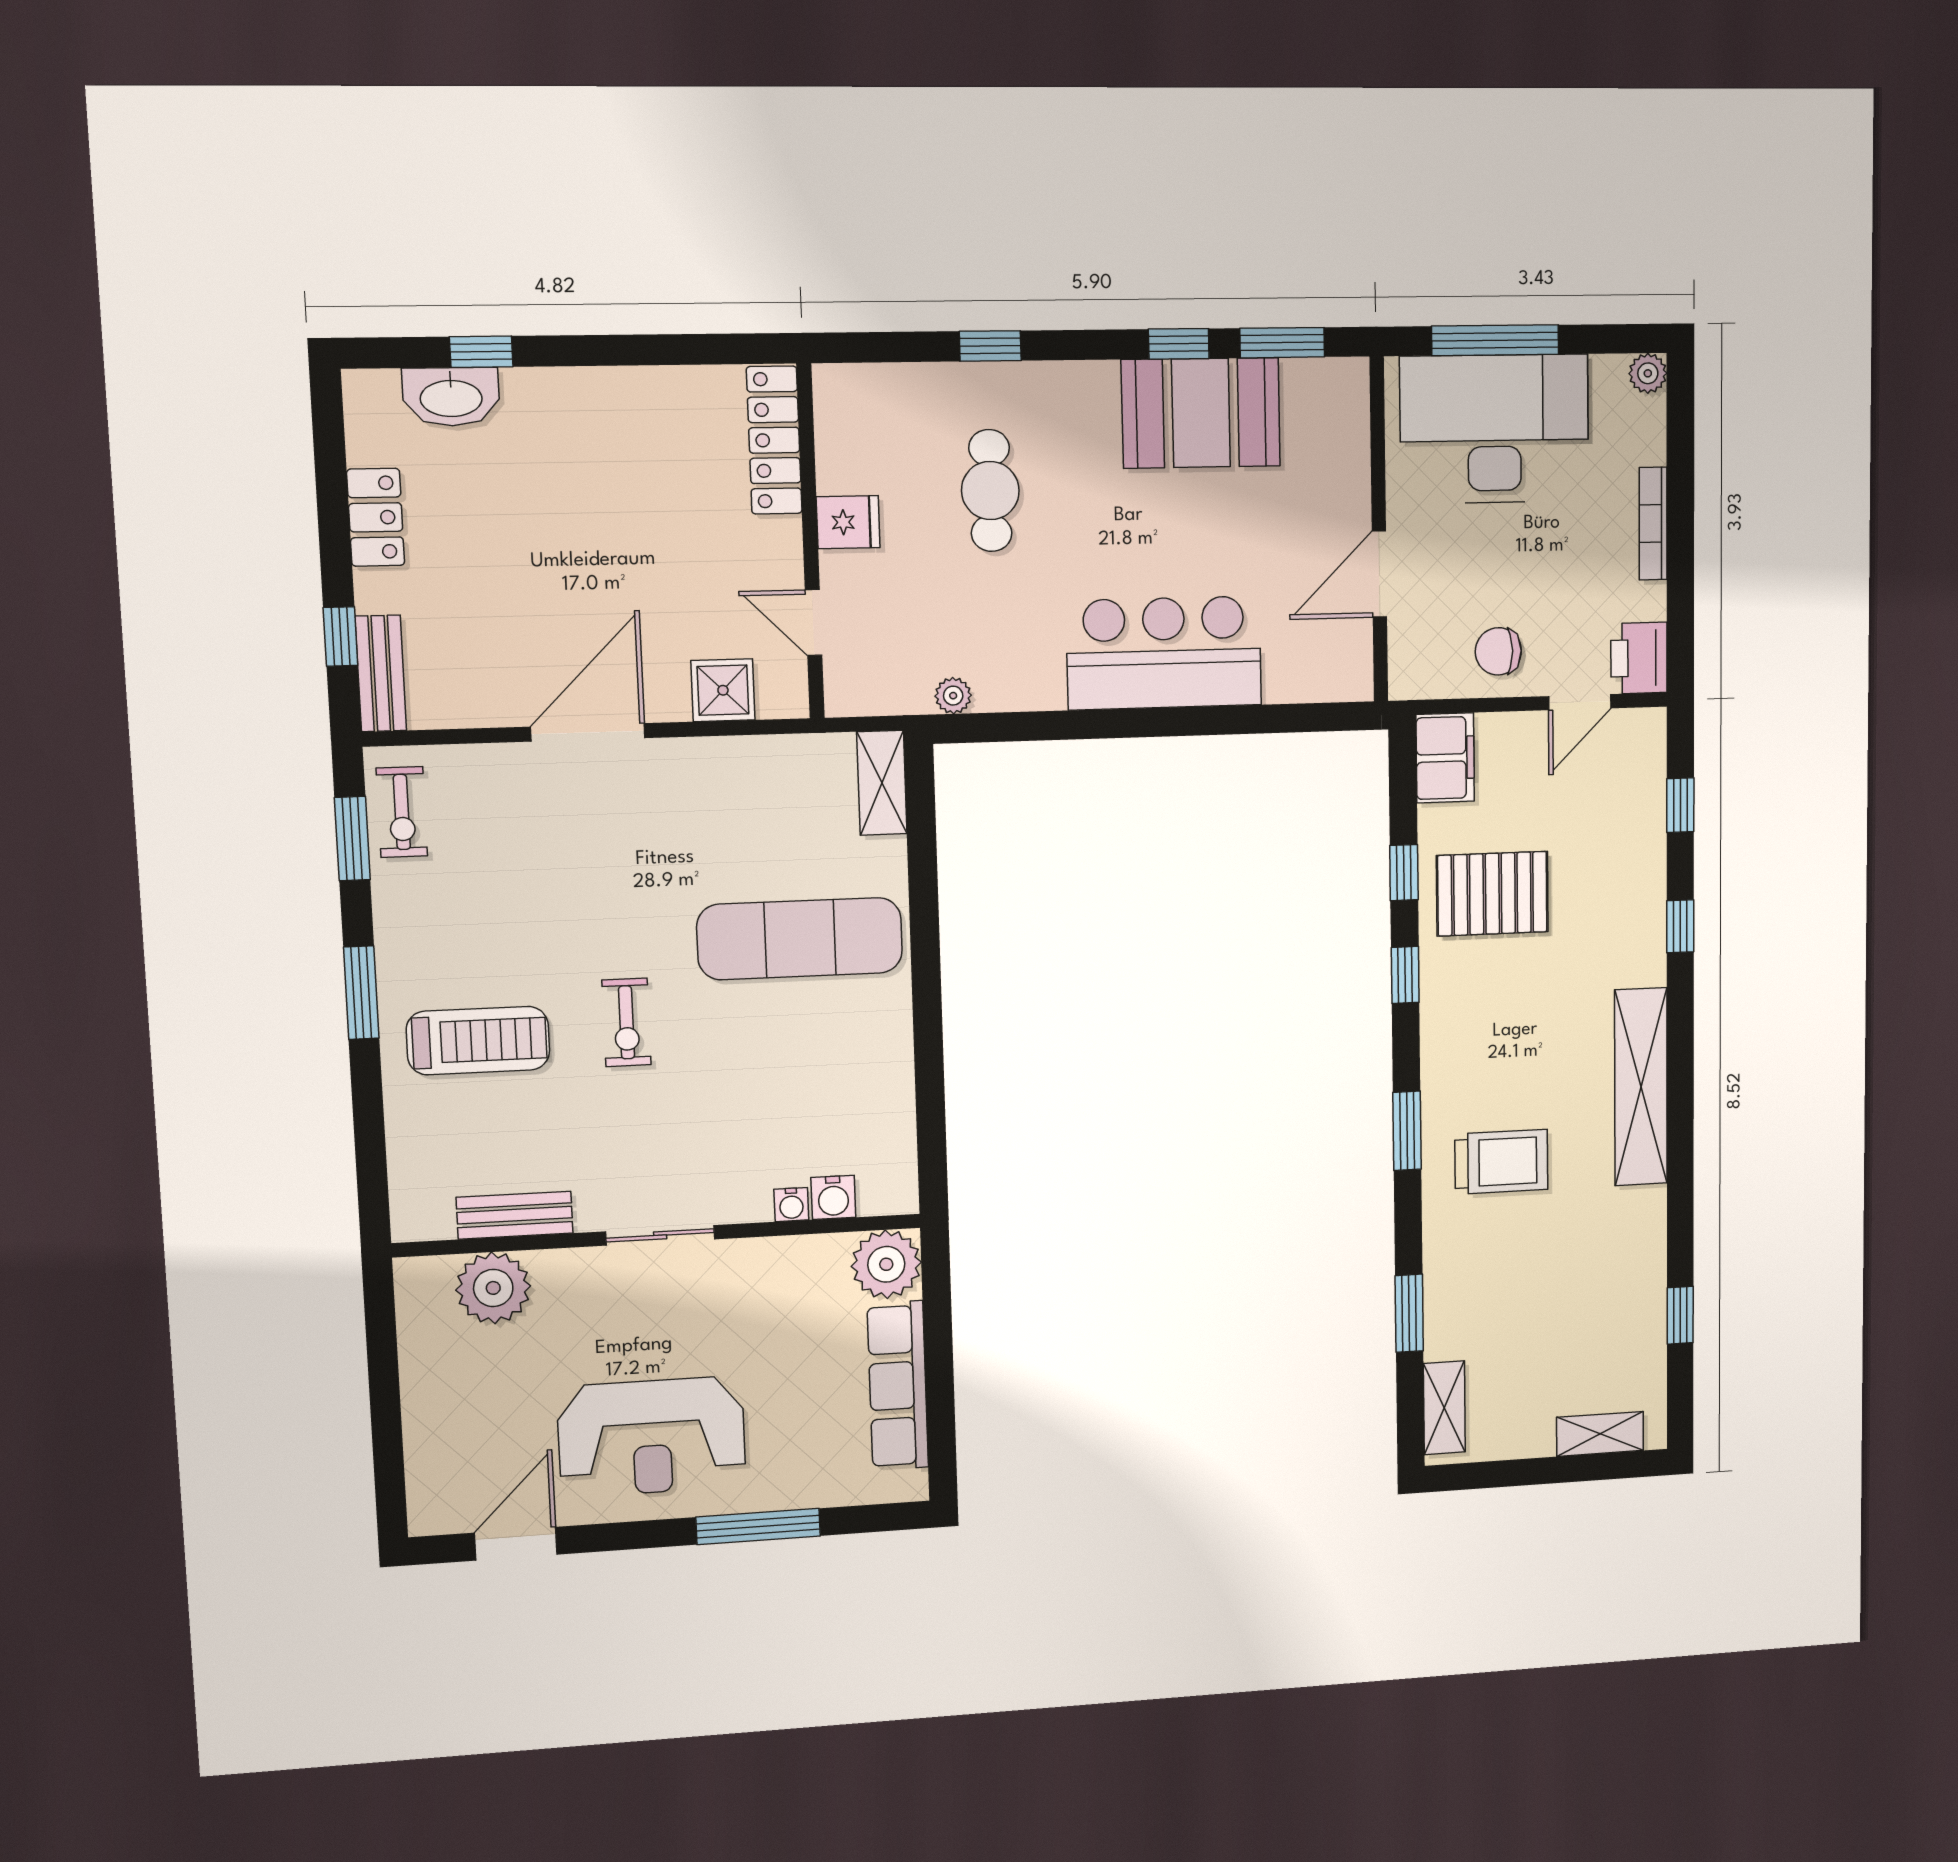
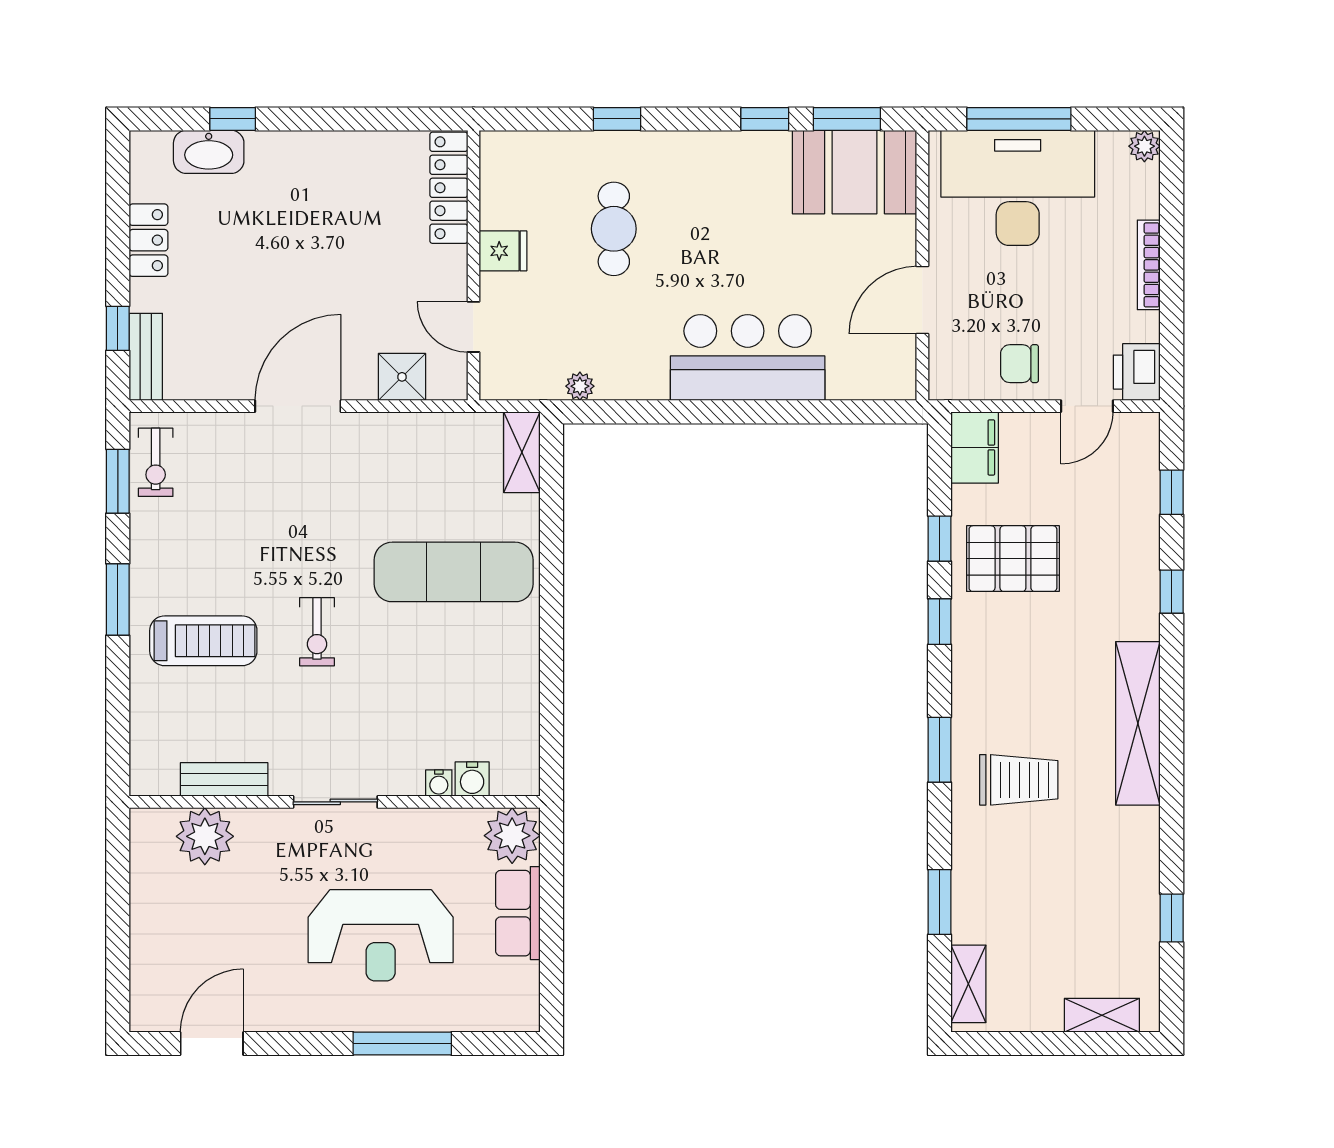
booth: (1201, 413) -> (855, 172), moved
row of seats: (898, 1386) -> (518, 913), width x0.68
reception desk: (652, 1437) -> (381, 935), moved

